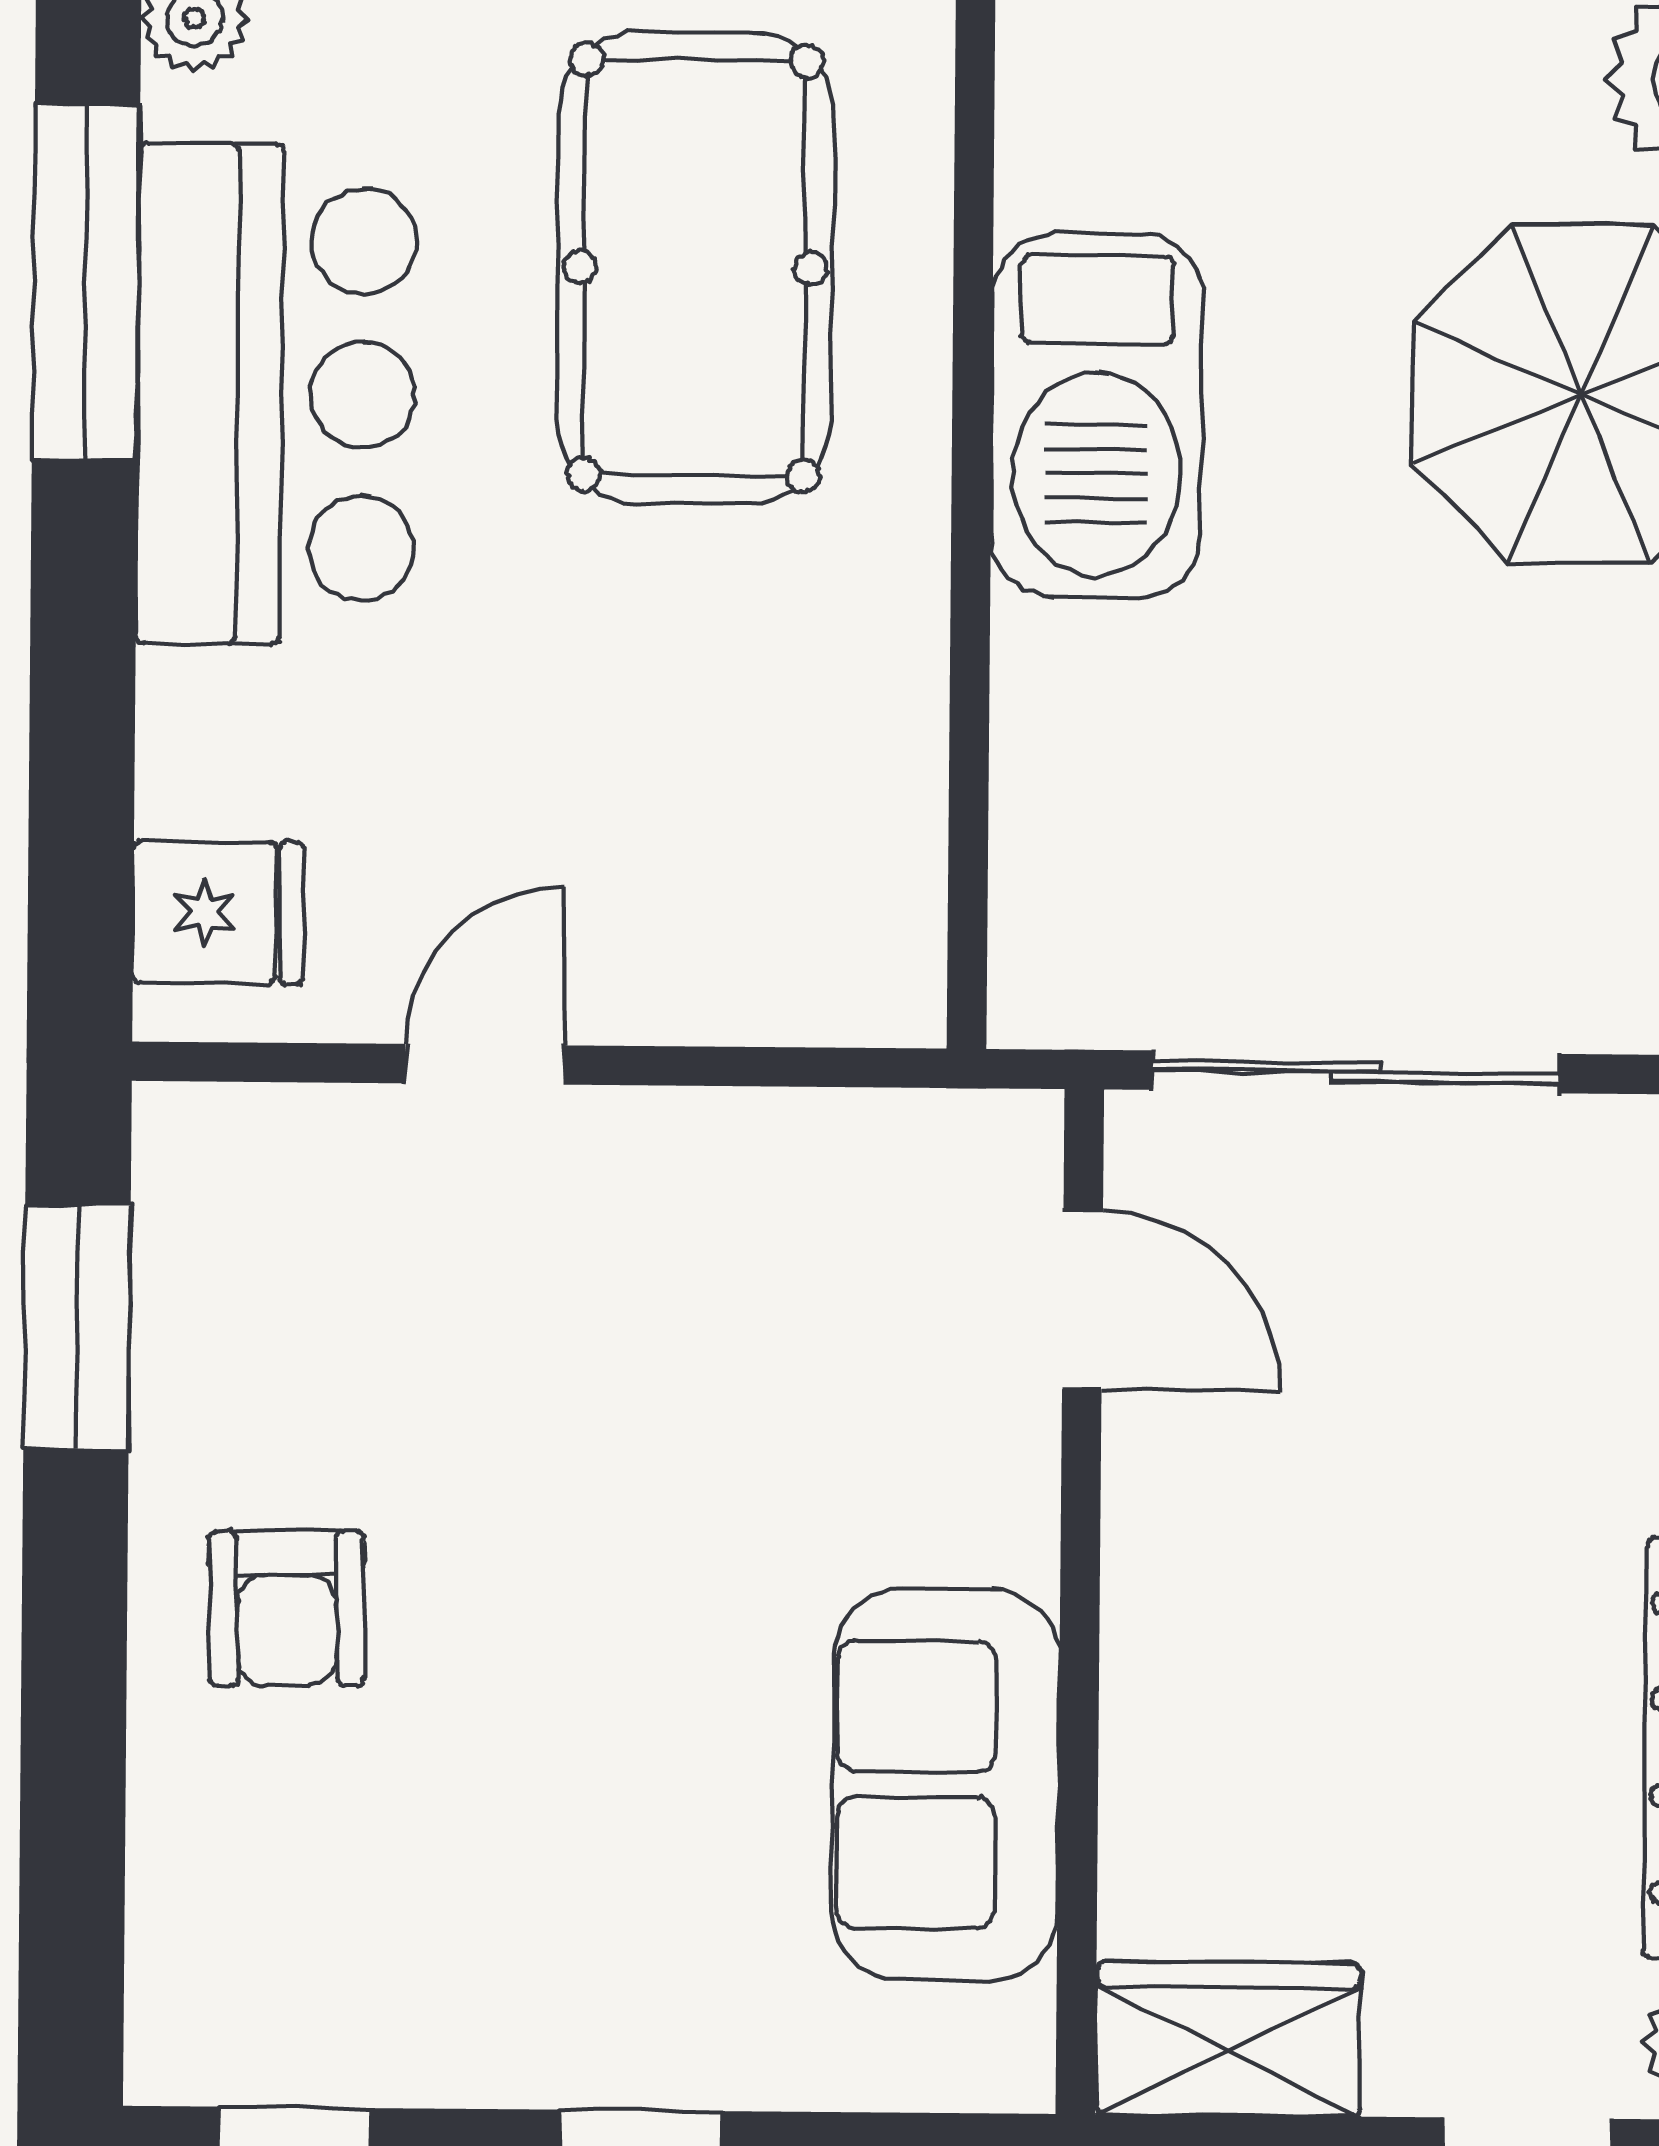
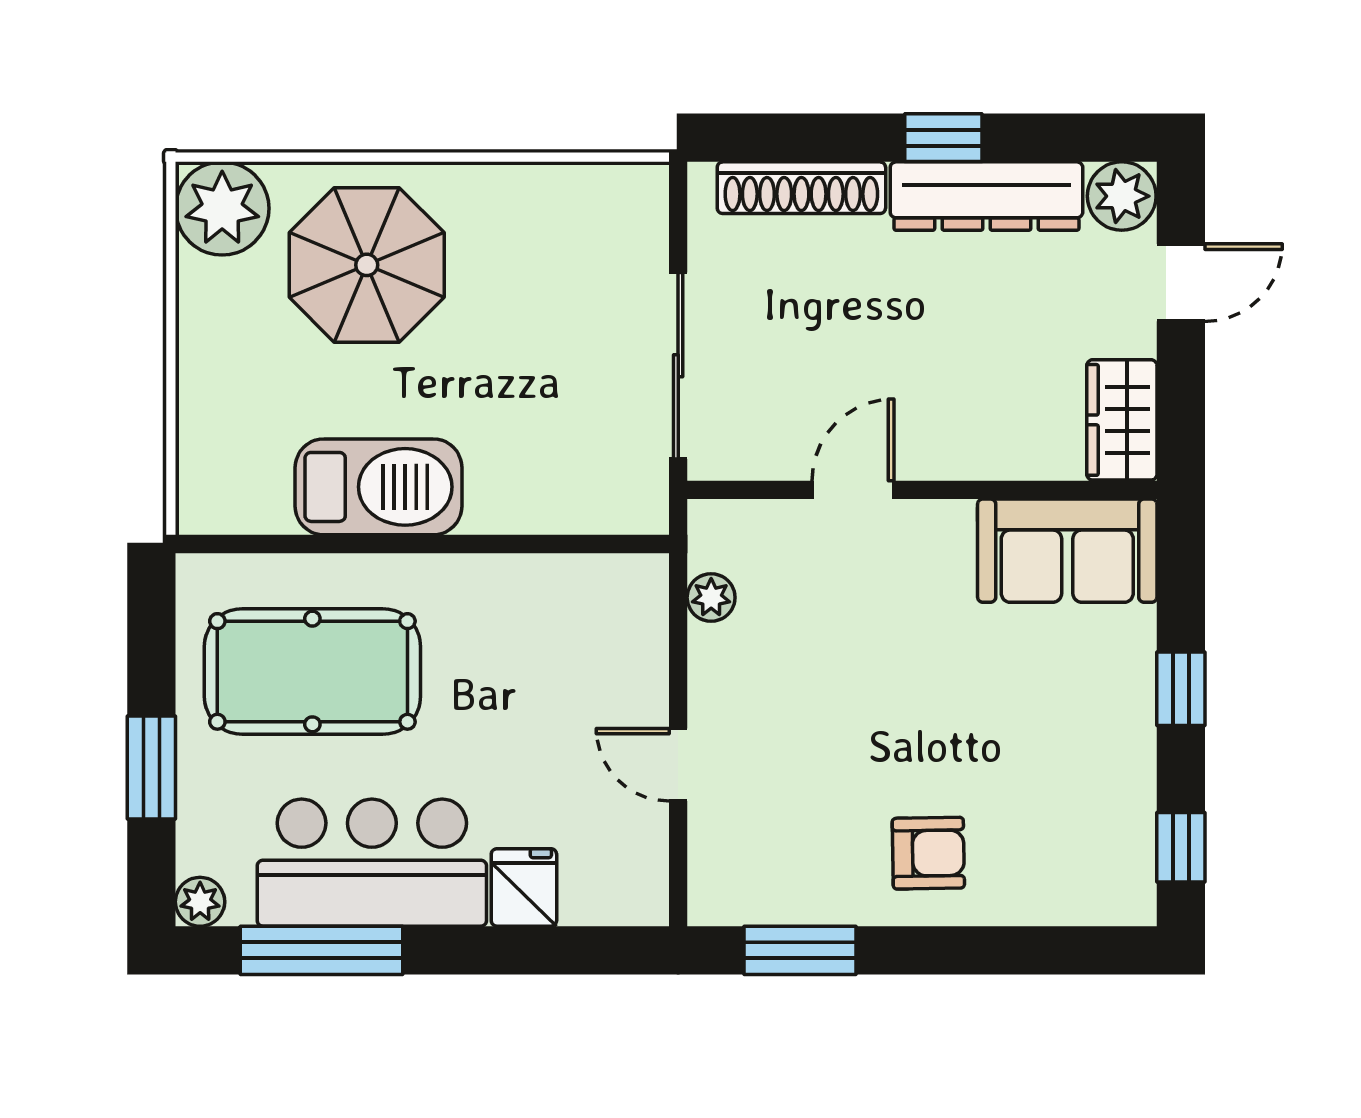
fridge: (218, 912) -> (524, 887), moved
plant: (849, 1139) -> (711, 598), added
door: (1083, 1300) -> (853, 490), moved
sofa: (946, 1785) -> (1067, 551), moved

